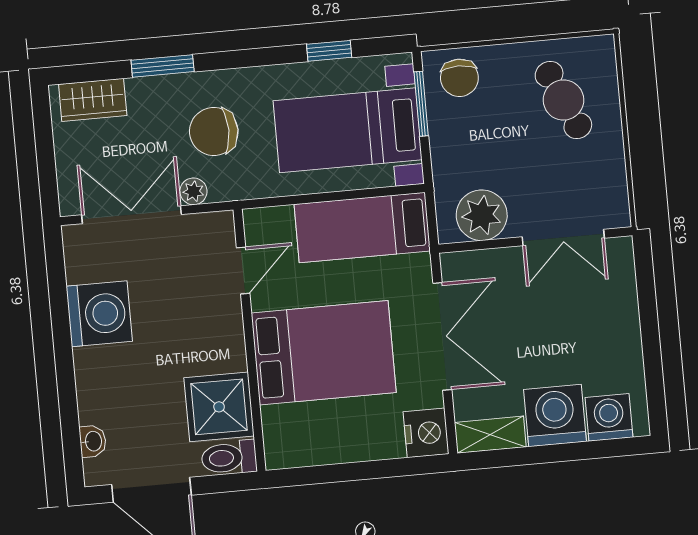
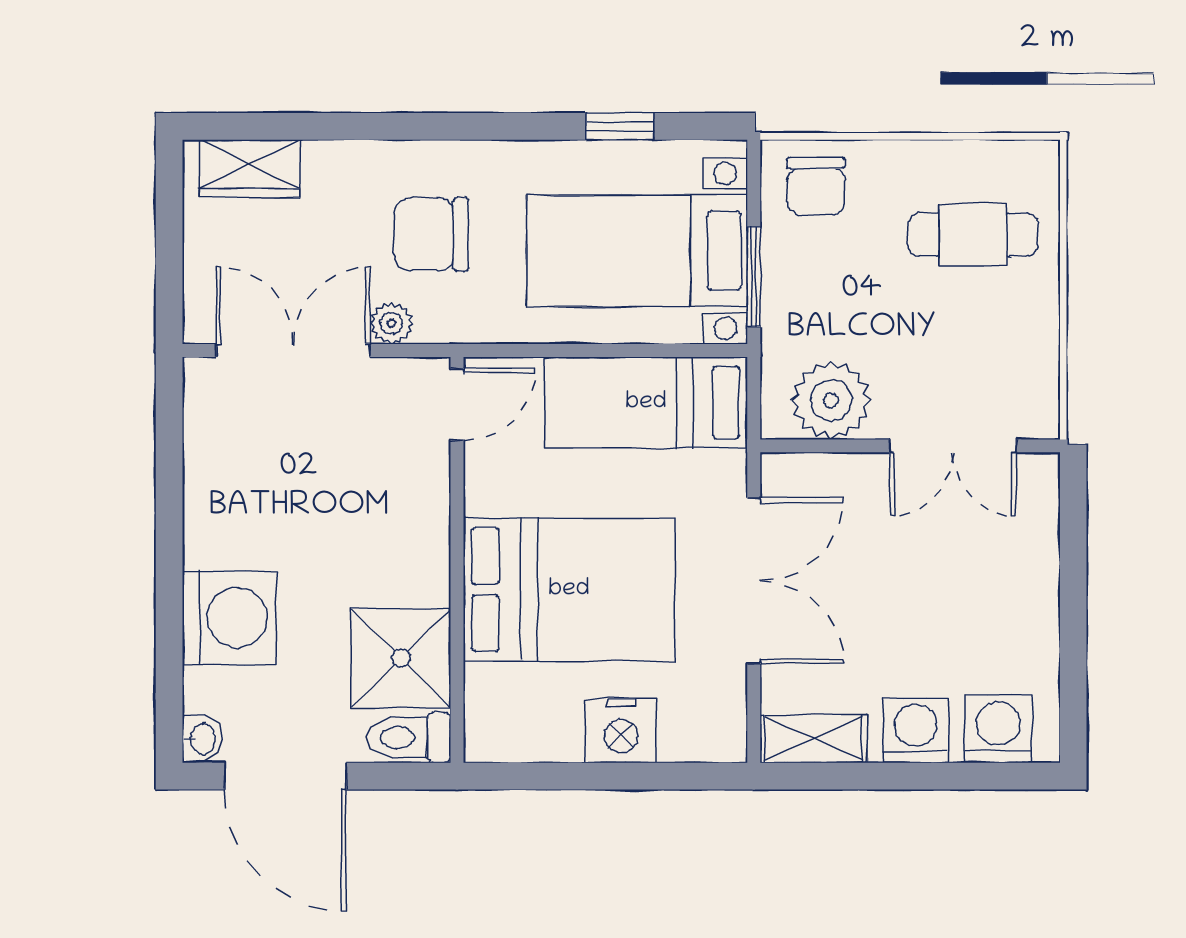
window: (163, 66) -> (362, 126), removed
cafe table: (563, 100) -> (973, 235), turned -66
window: (421, 104) -> (754, 277), moved
door: (243, 270) -> (457, 404), moved
washing machine: (99, 314) -> (230, 618), moved
washing machine: (555, 415) -> (916, 730), width x0.73, depth x0.73
nightstand: (426, 433) -> (621, 731), moved, turned 90
washbasin: (93, 441) -> (202, 739), moved

